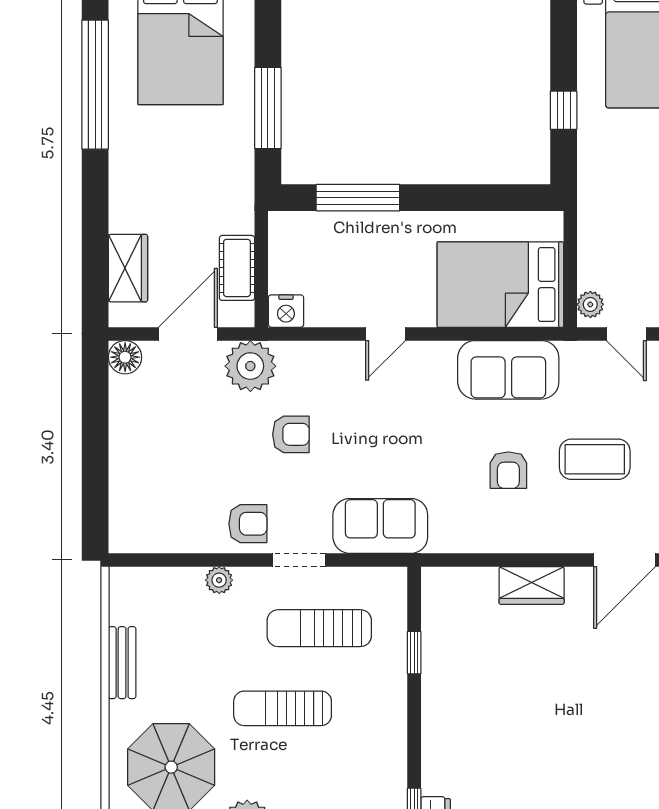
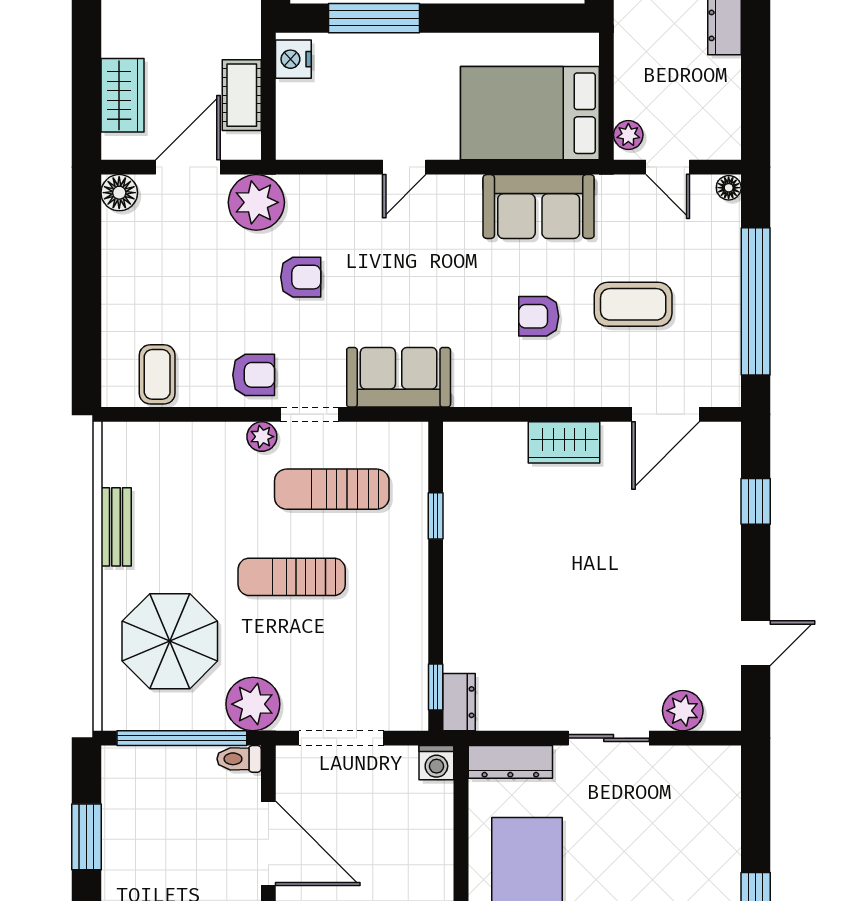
nightstand: (286, 311) -> (293, 59), moved, turned 90
armchair: (508, 470) -> (539, 316), turned 90
coffee table: (160, 523) -> (157, 374), added
plant: (219, 580) -> (262, 437), moved

